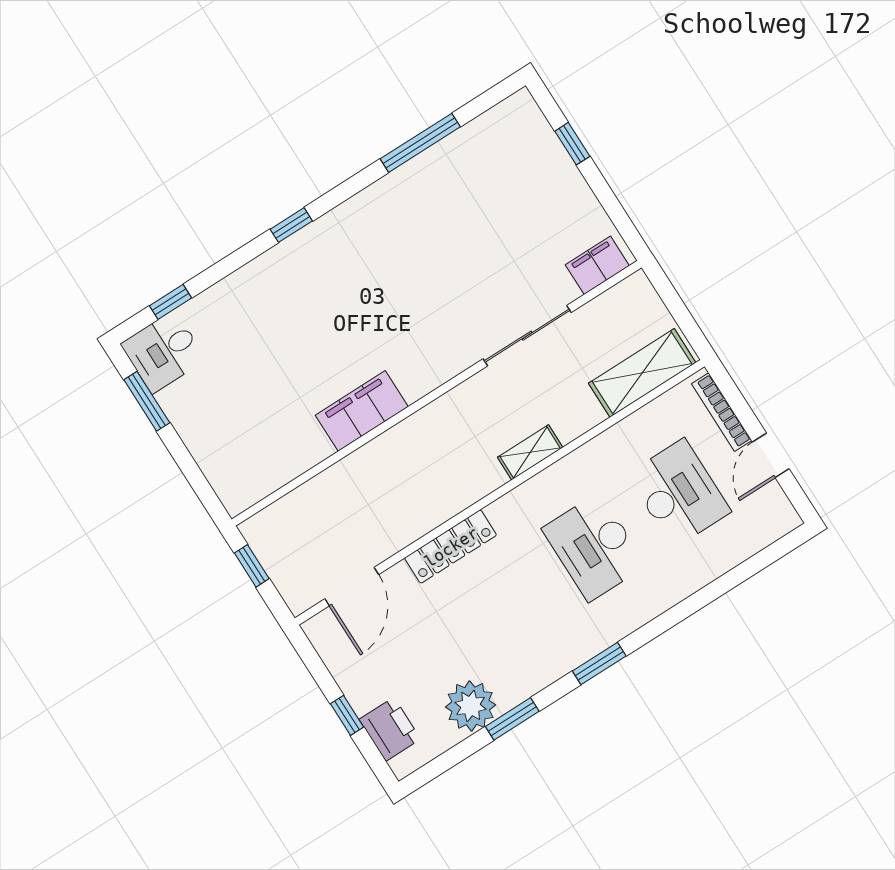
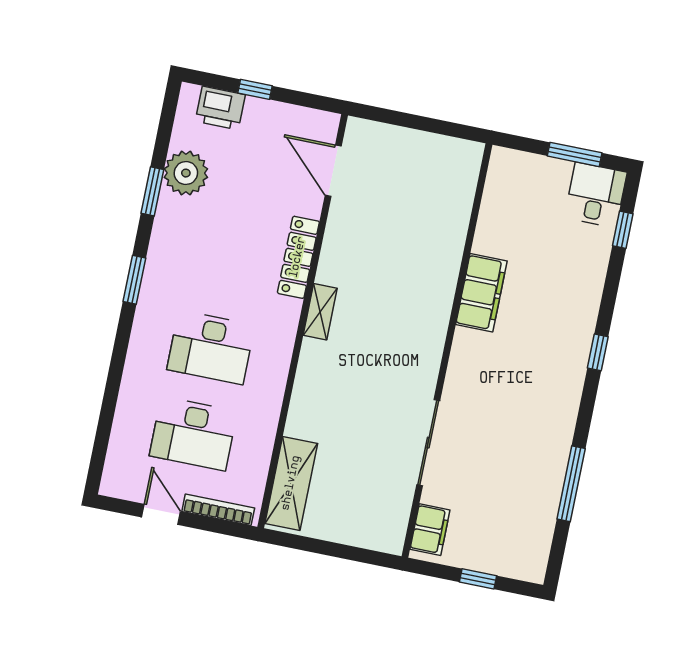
filing cabinet: (597, 265) -> (430, 530), moved
sliding door: (527, 336) -> (428, 443), moved
wall: (437, 393) -> (447, 351), moved
filing cabinet: (362, 411) -> (481, 293), moved
shelving: (530, 452) -> (320, 312), moved
desk: (594, 547) -> (211, 347), turned 180
window: (252, 566) -> (407, 120), removed

